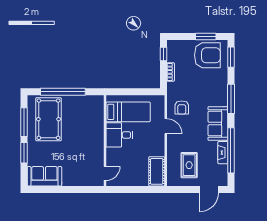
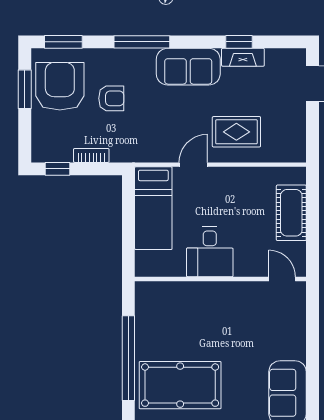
armchair: (182, 107) -> (111, 98), moved
bed: (128, 112) -> (153, 208), moved, turned 180
window: (231, 150) -> (239, 42), width x0.32
rug: (189, 165) -> (236, 132), moved
cot: (157, 171) -> (291, 213), moved, turned 90

